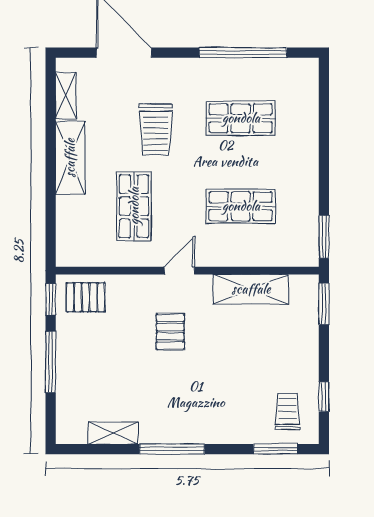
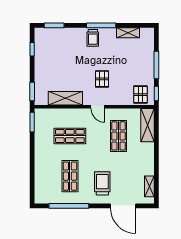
shop shelf: (241, 118) -> (70, 176), turned 90
trolley: (156, 130) -> (102, 183), moved
shelving: (70, 158) -> (147, 125), moved
door: (179, 271) -> (98, 107), hinge flipped
pallet: (86, 297) -> (140, 95), turned 90
trolley: (287, 411) -> (93, 38), moved

